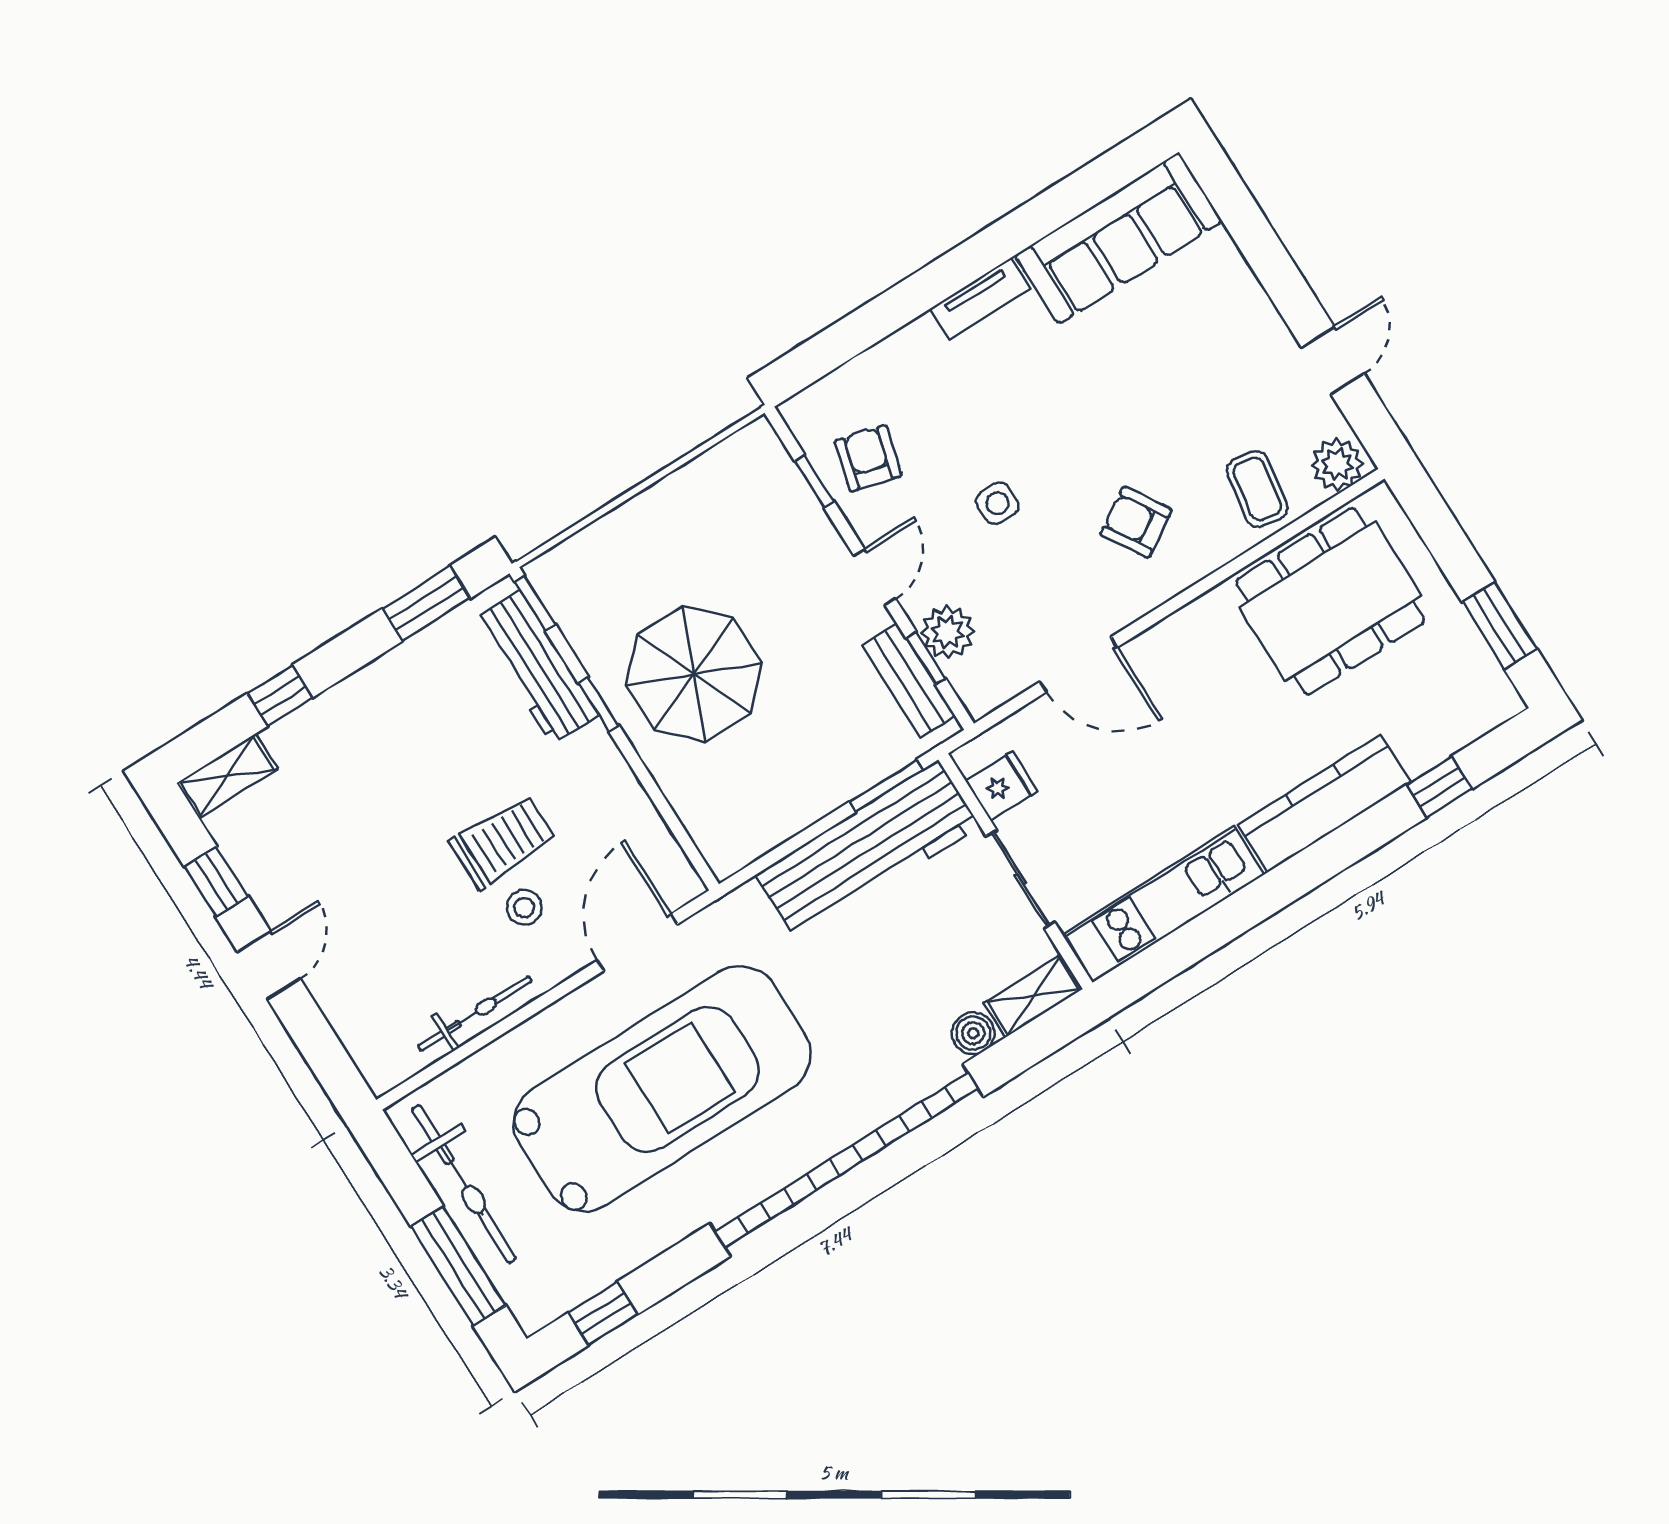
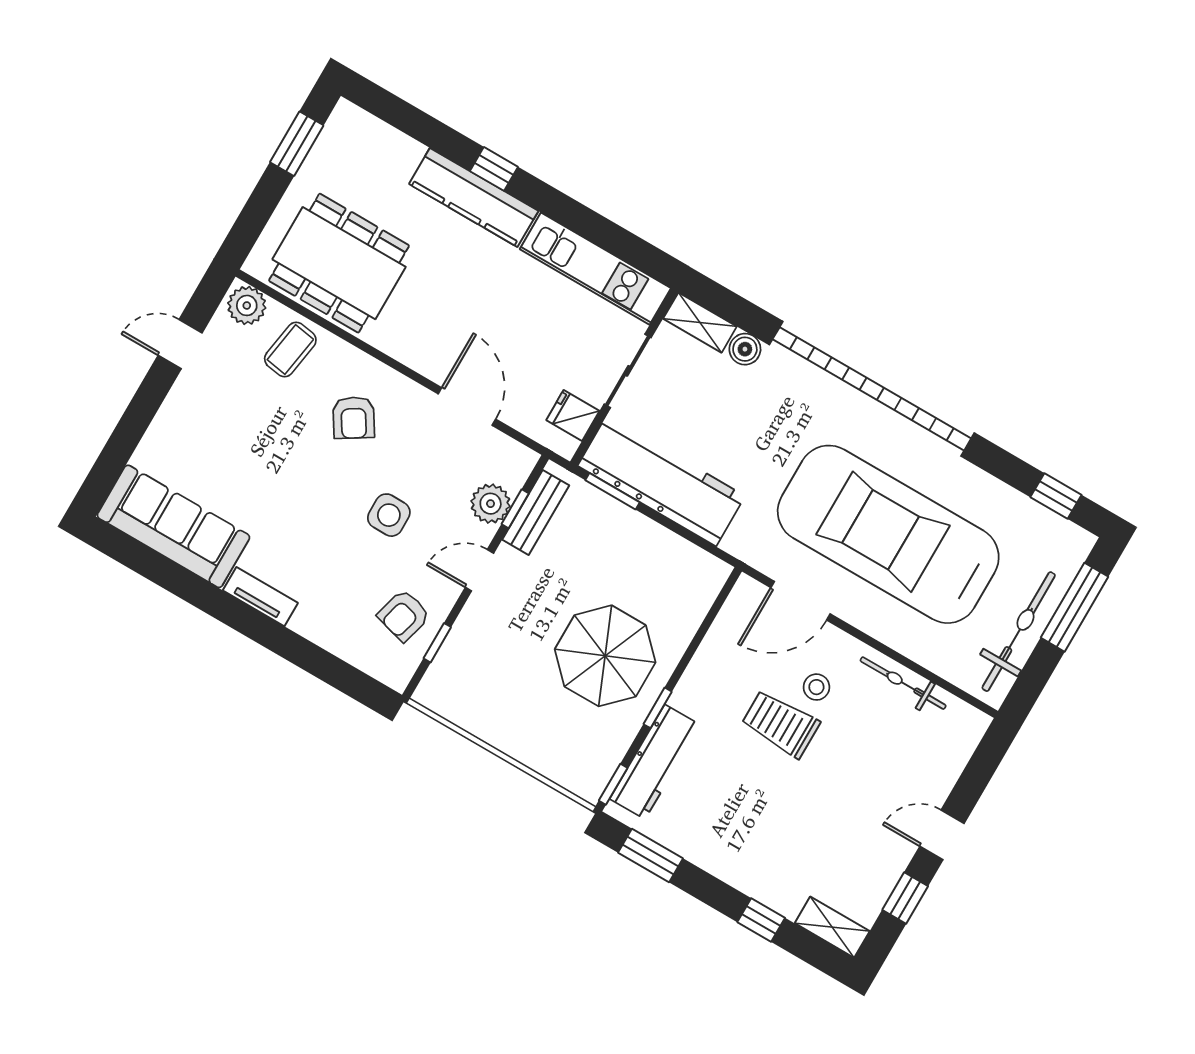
side table: (997, 503) -> (389, 515), width x1.37, depth x1.37
window: (1439, 787) -> (494, 169), moved

